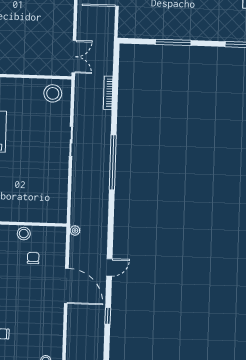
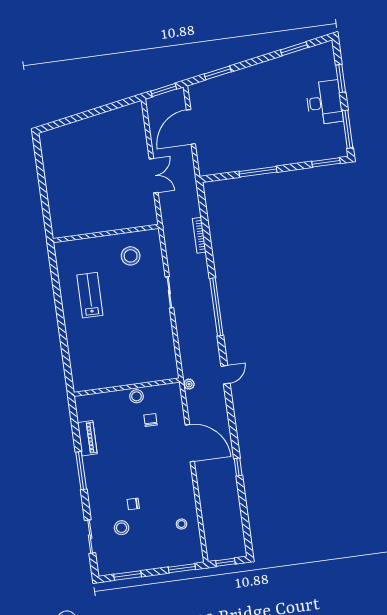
double door: (74, 57) -> (154, 176), moved
stool: (53, 93) -> (131, 256), moved
door: (109, 267) -> (226, 375), moved

